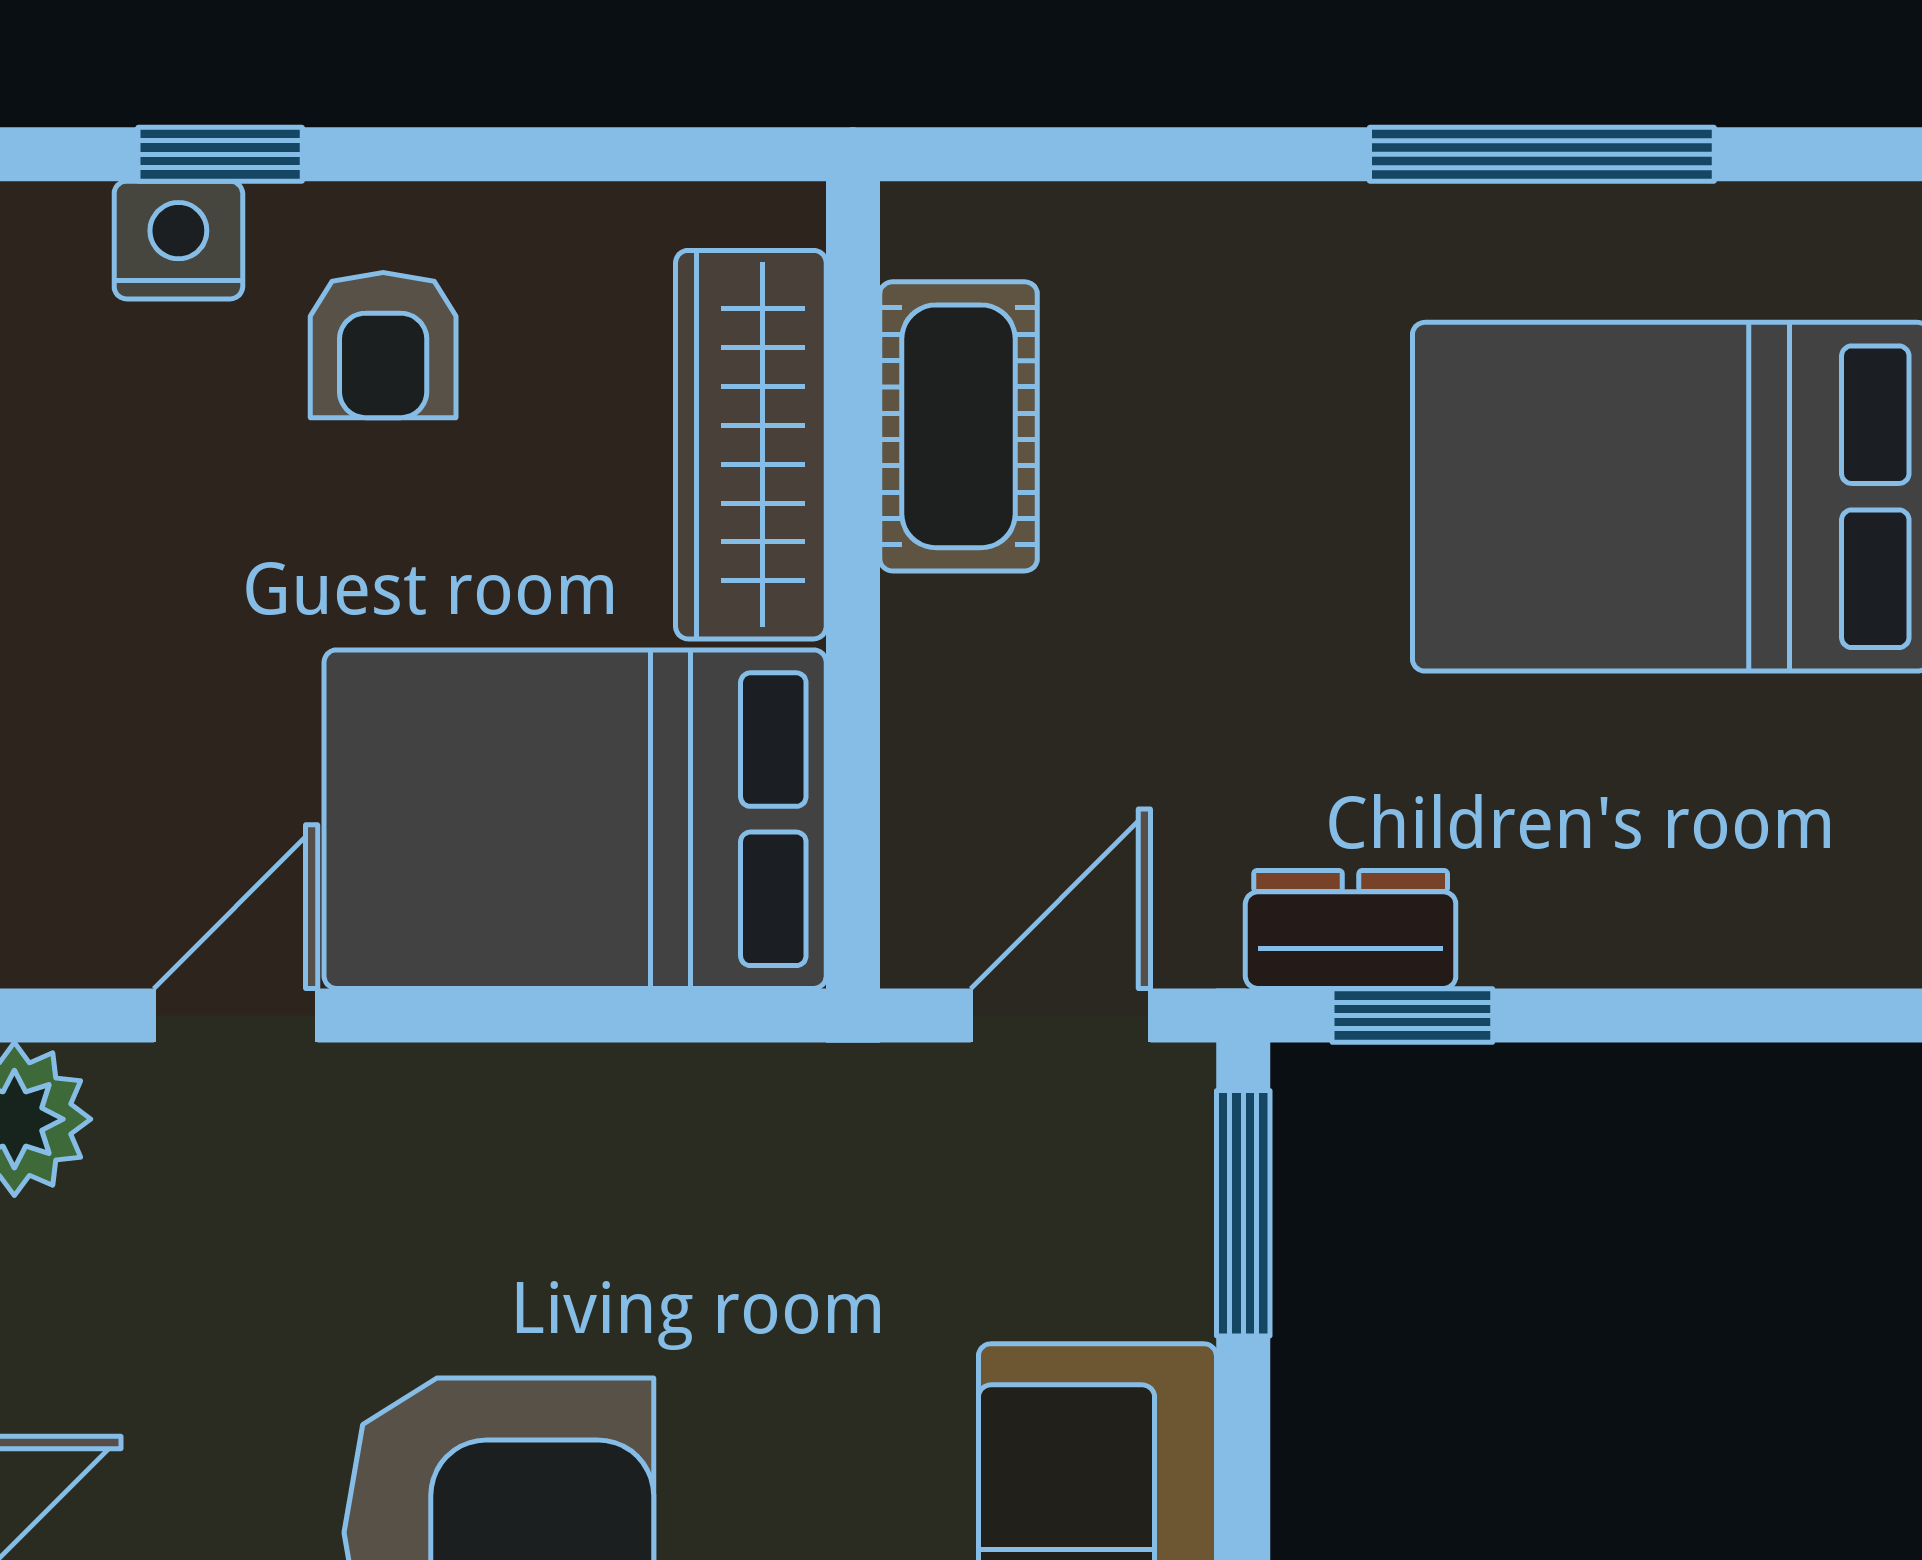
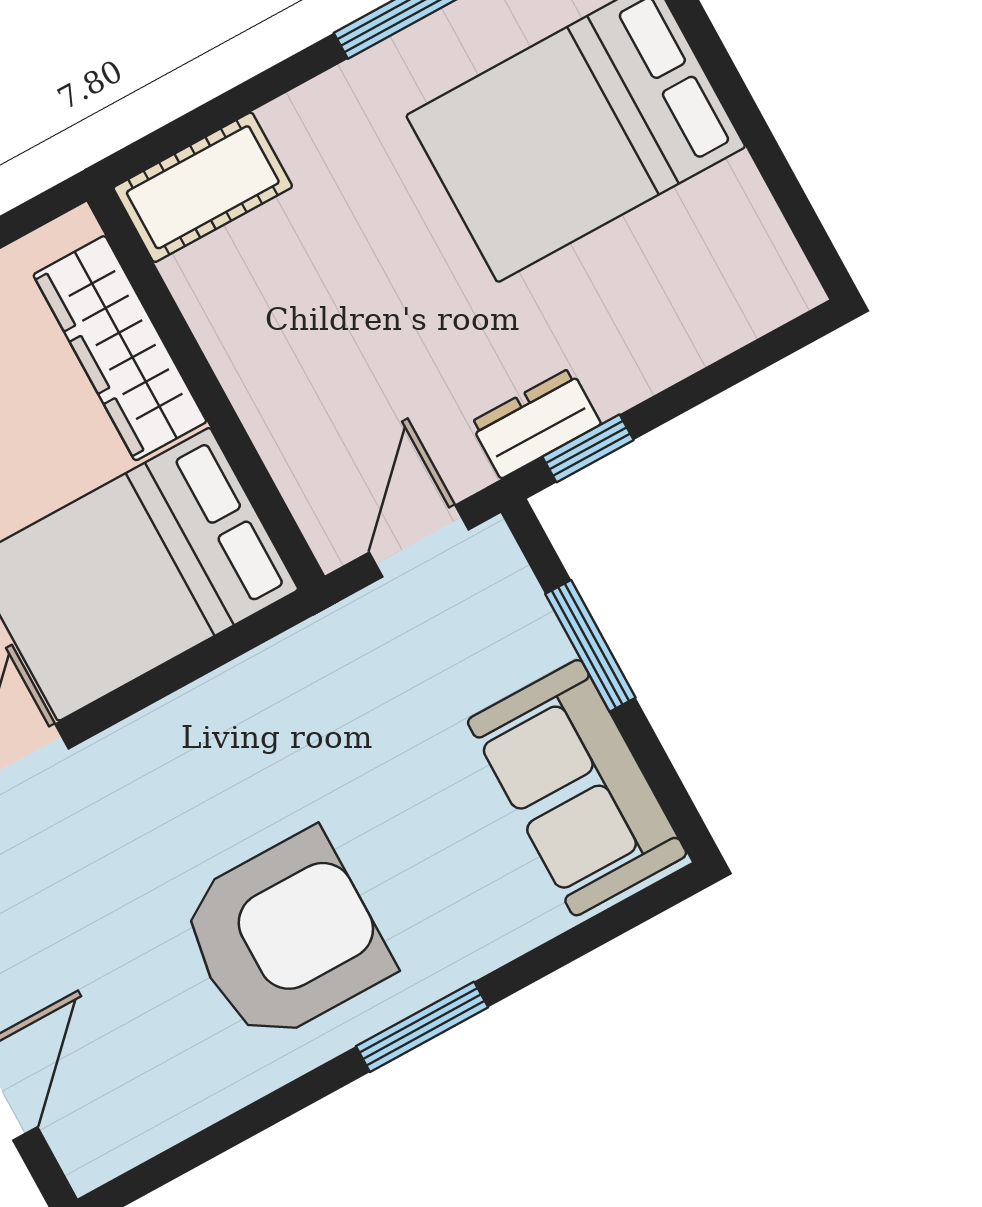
cot: (959, 426) -> (203, 187), moved, turned 90
window: (1243, 1213) -> (590, 646), moved

